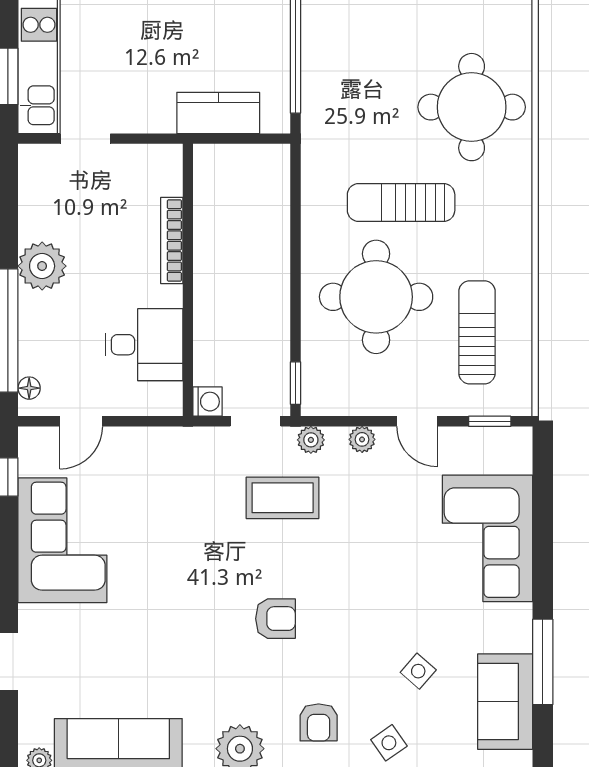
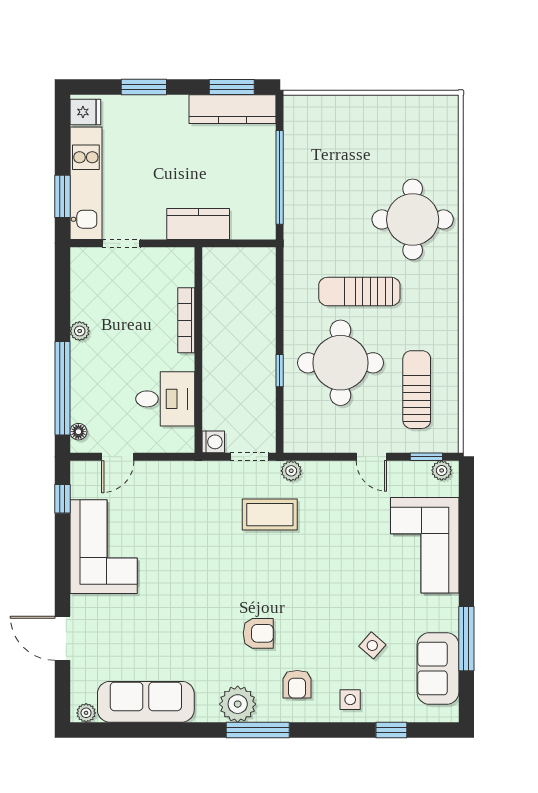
kitchen counter: (218, 113) -> (198, 224), moved
plant: (42, 266) -> (80, 331), width x0.53, depth x0.53
window: (296, 383) -> (280, 371), moved
plant: (362, 439) -> (442, 470), moved
armchair: (276, 619) -> (258, 633), moved
side table: (389, 743) -> (350, 700), turned 35

